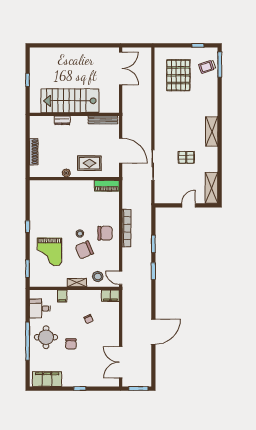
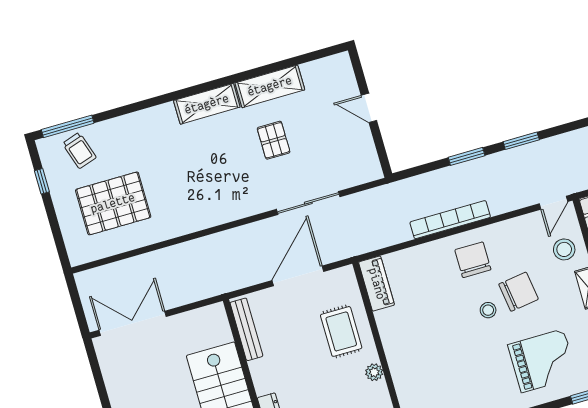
shelving: (211, 188) -> (270, 86), moved
chair: (84, 250) -> (519, 292), turned -75

